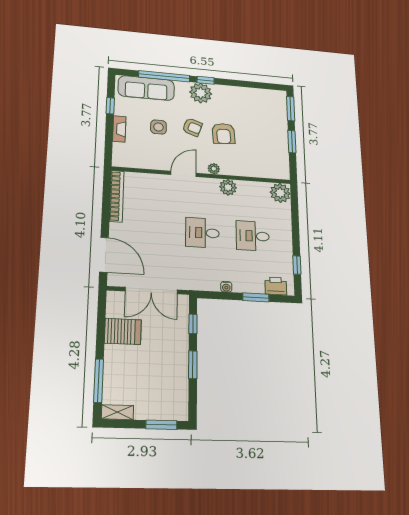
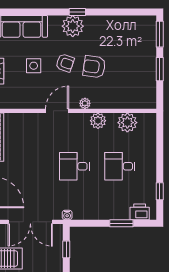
window: (164, 76) -> (38, 12), removed
armchair: (223, 134) -> (94, 67), turned 102
plant: (280, 193) -> (127, 123), moved
water cooler: (226, 287) -> (67, 215), moved

